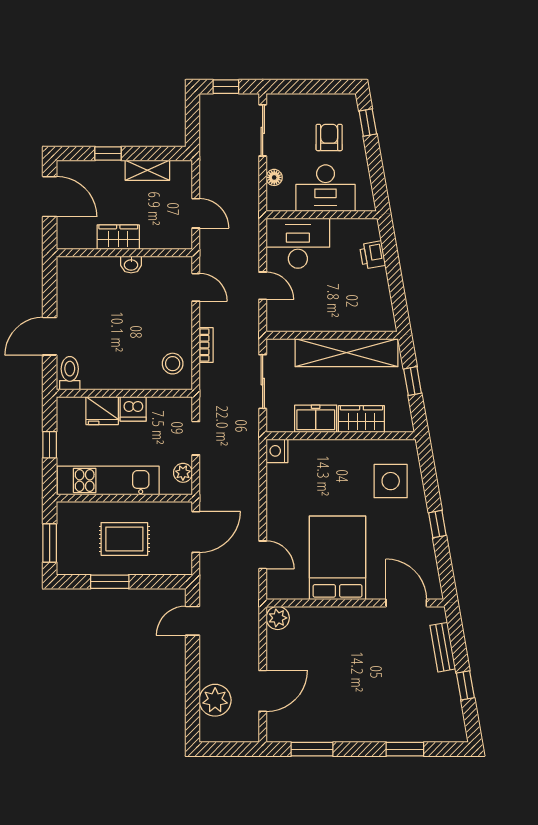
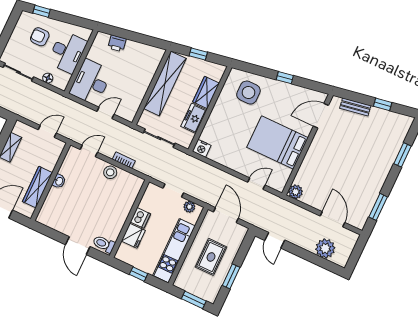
wardrobe: (118, 237) -> (37, 187), width x1.50
stool: (173, 364) -> (110, 172), moved

